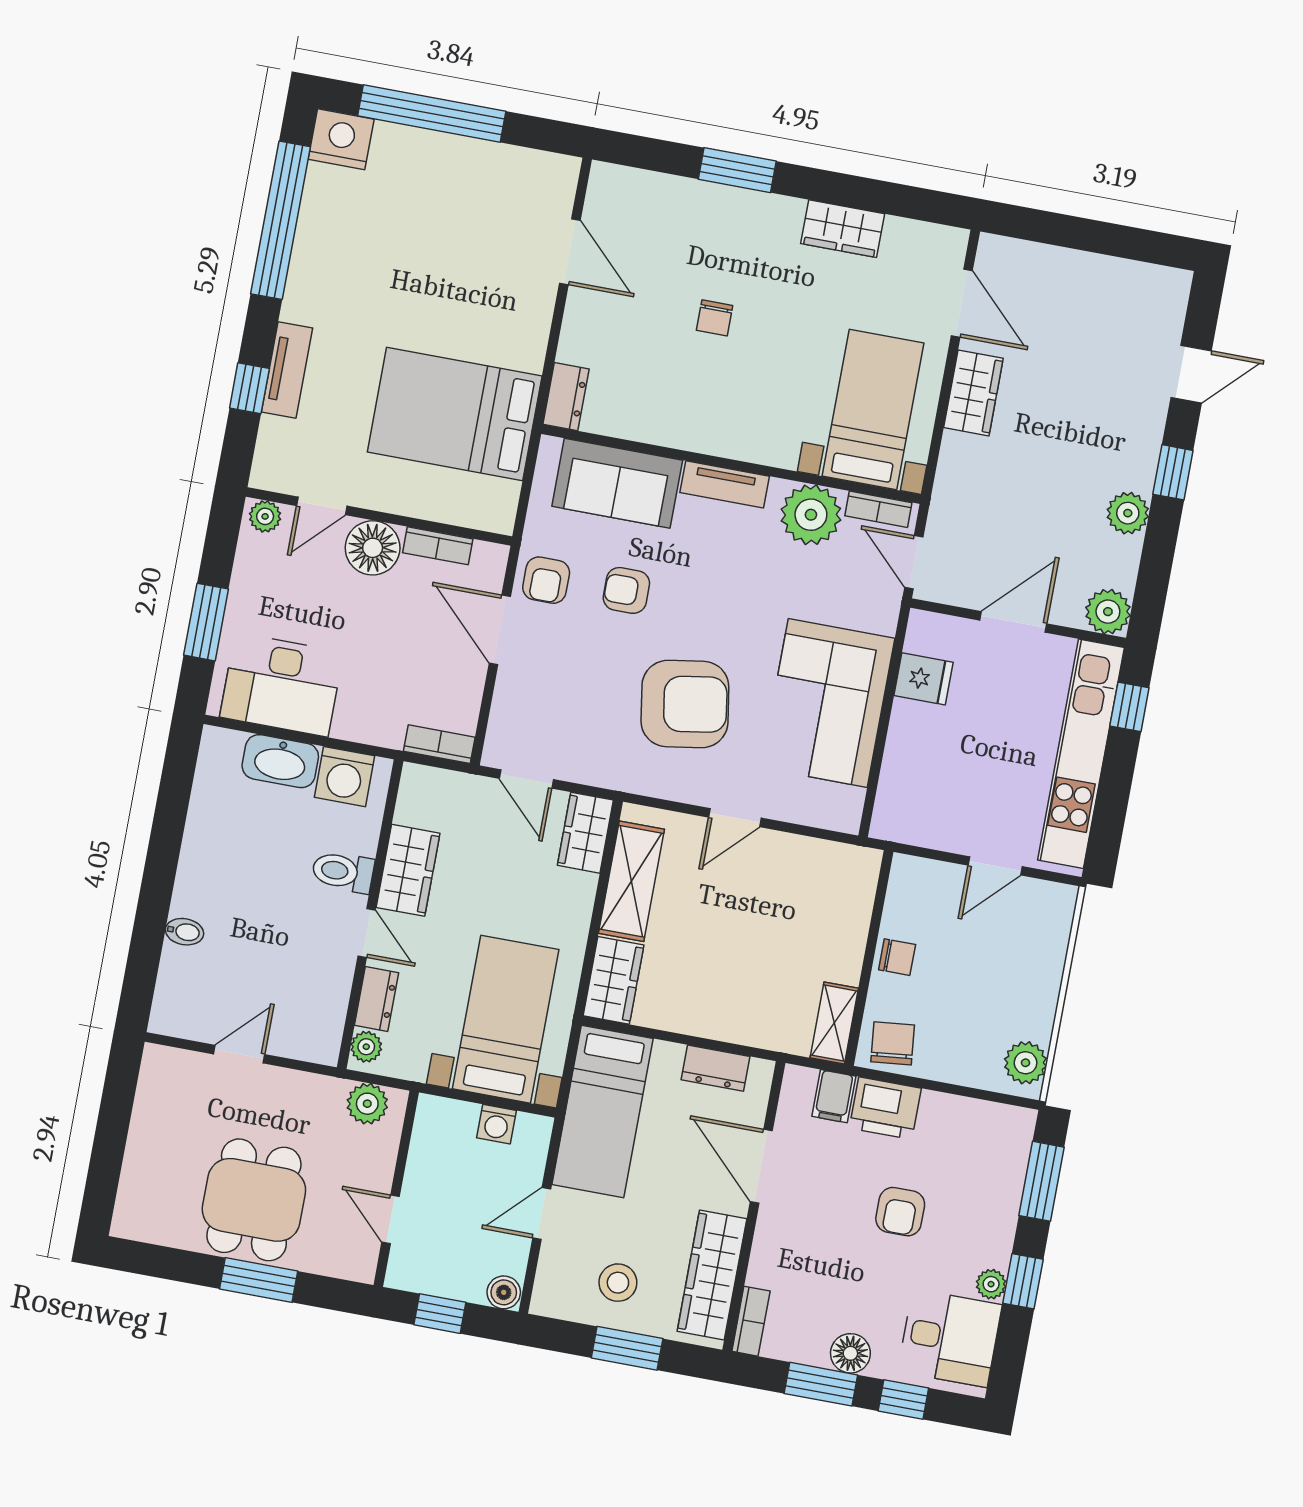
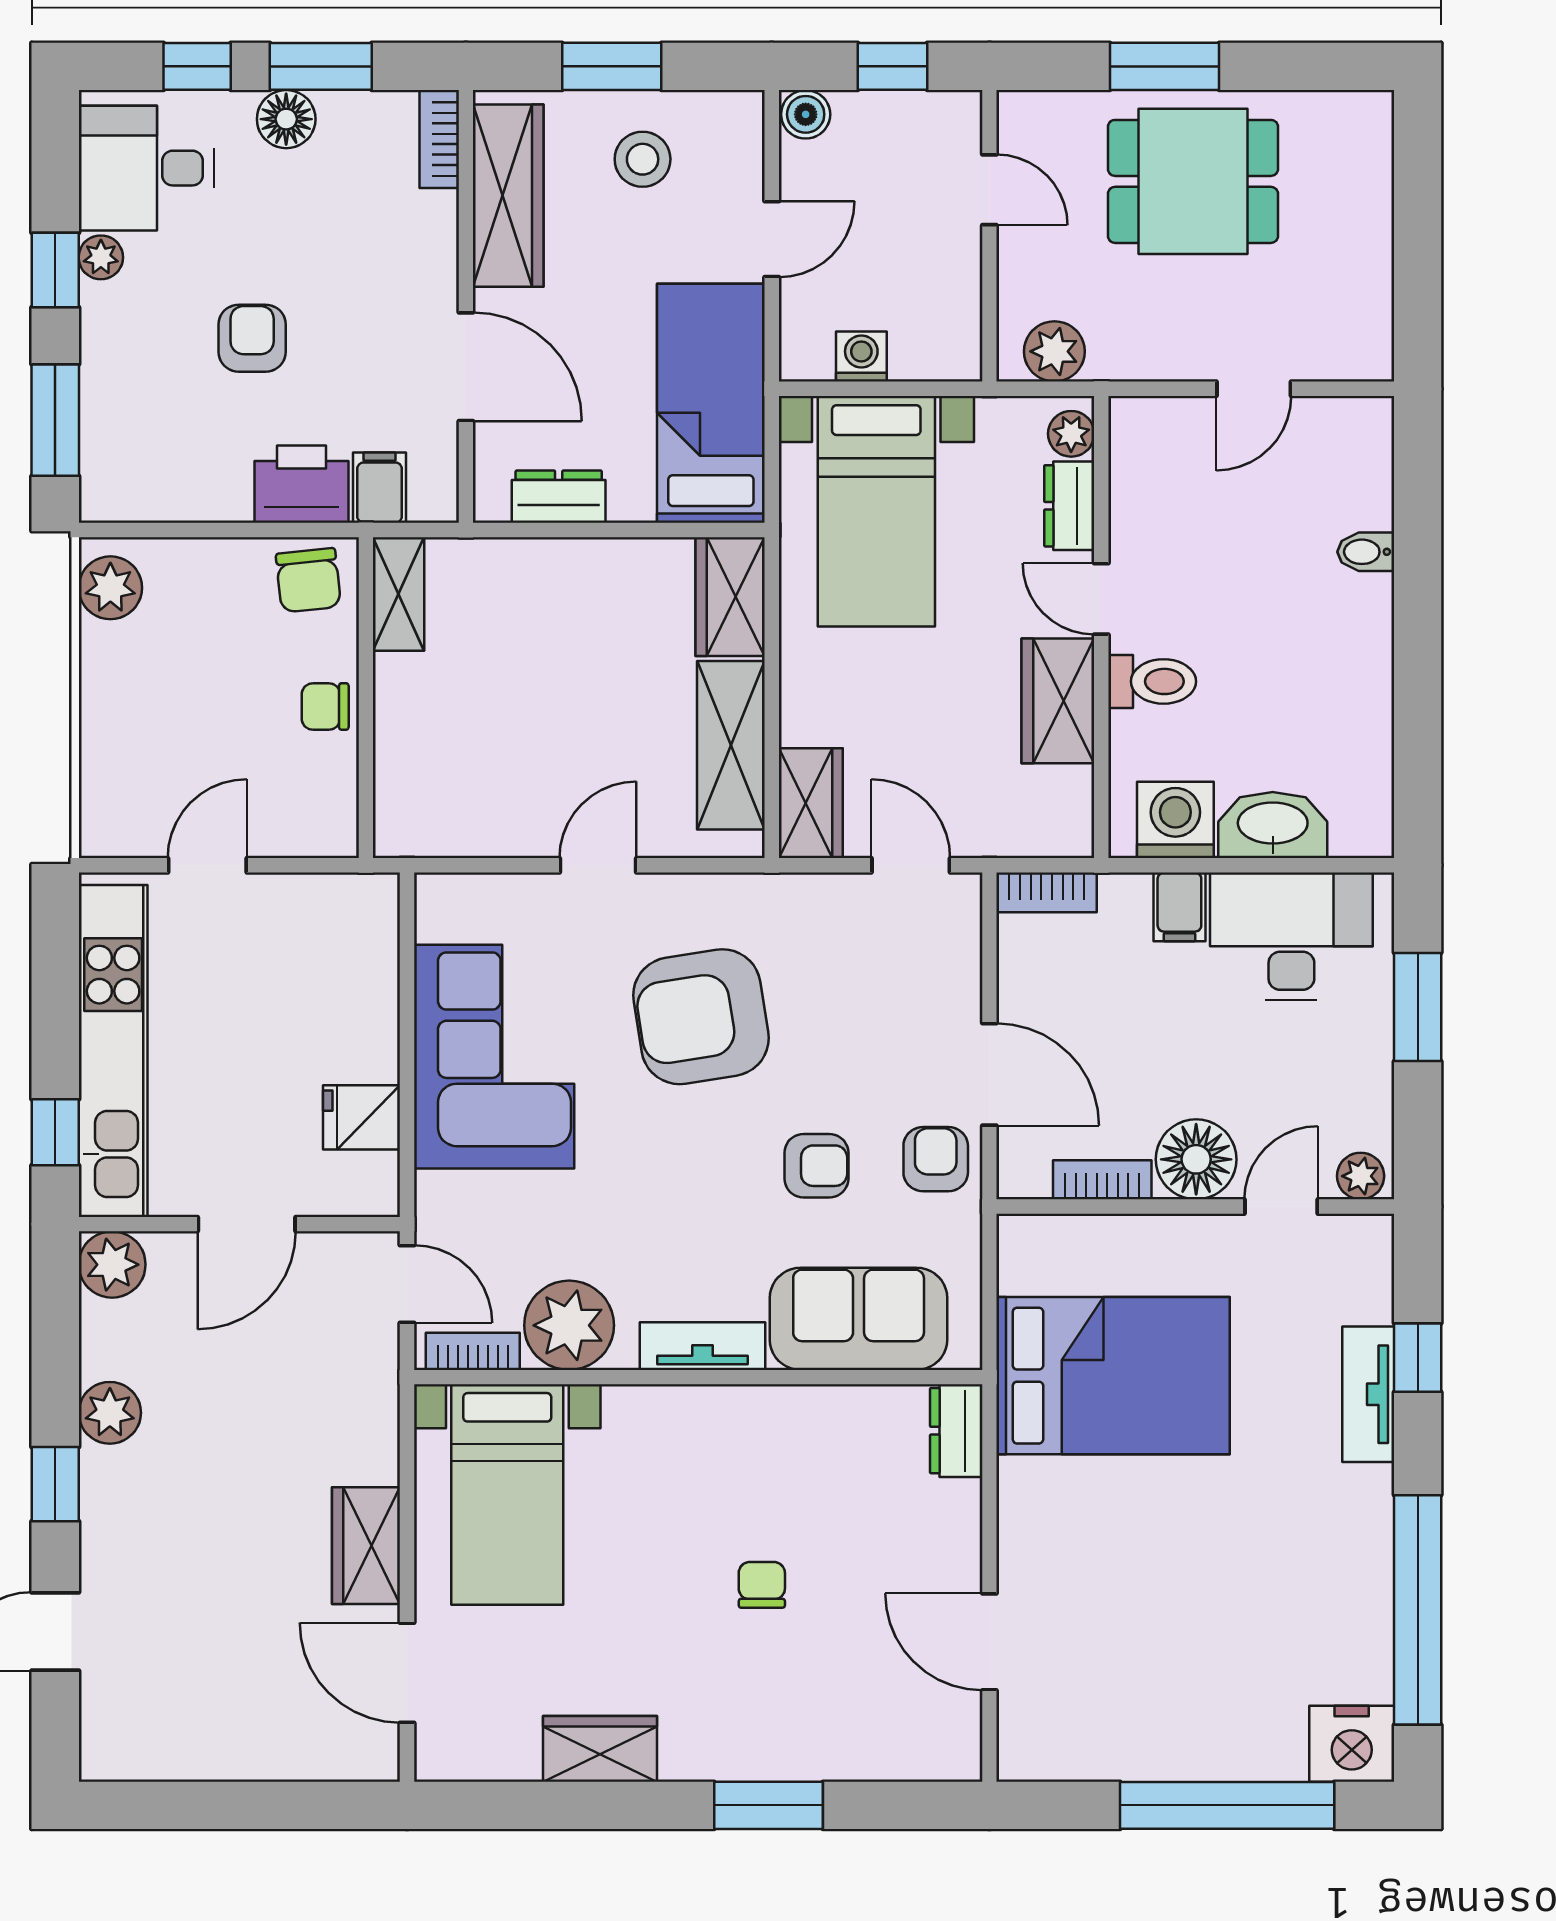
filing cabinet: (353, 718) -> (1179, 907), added
dining table: (254, 1200) -> (1193, 181), turned 90

